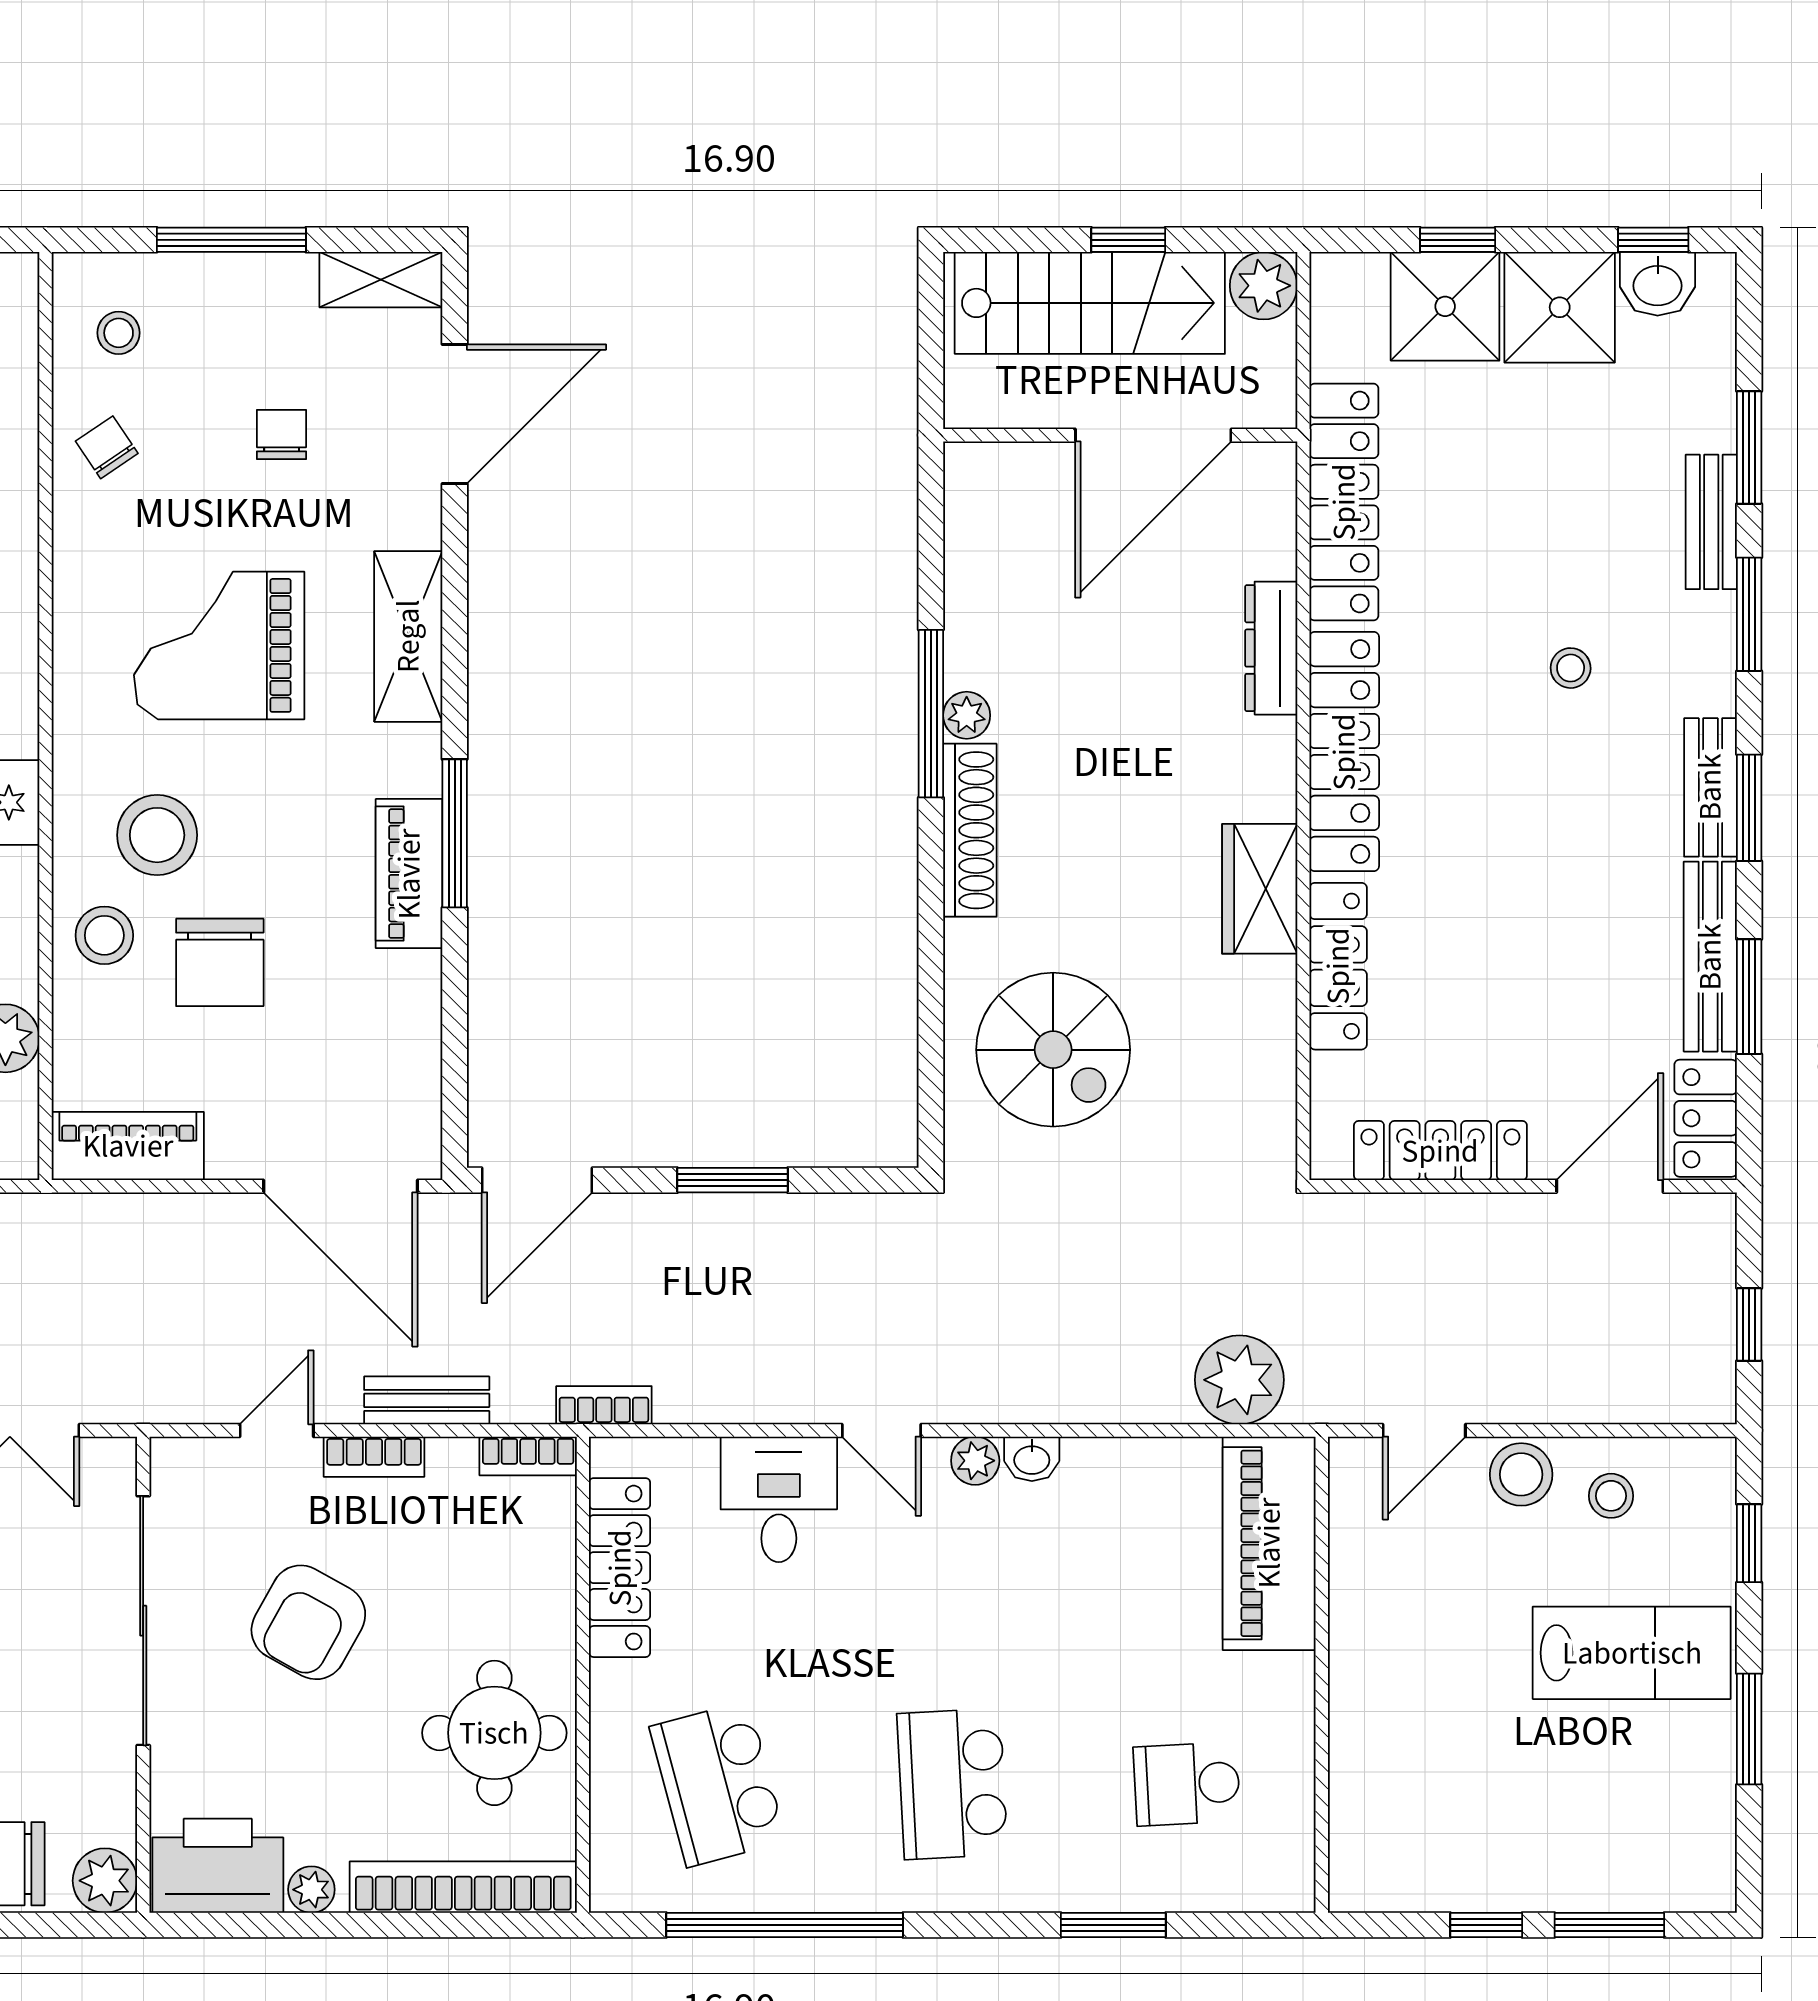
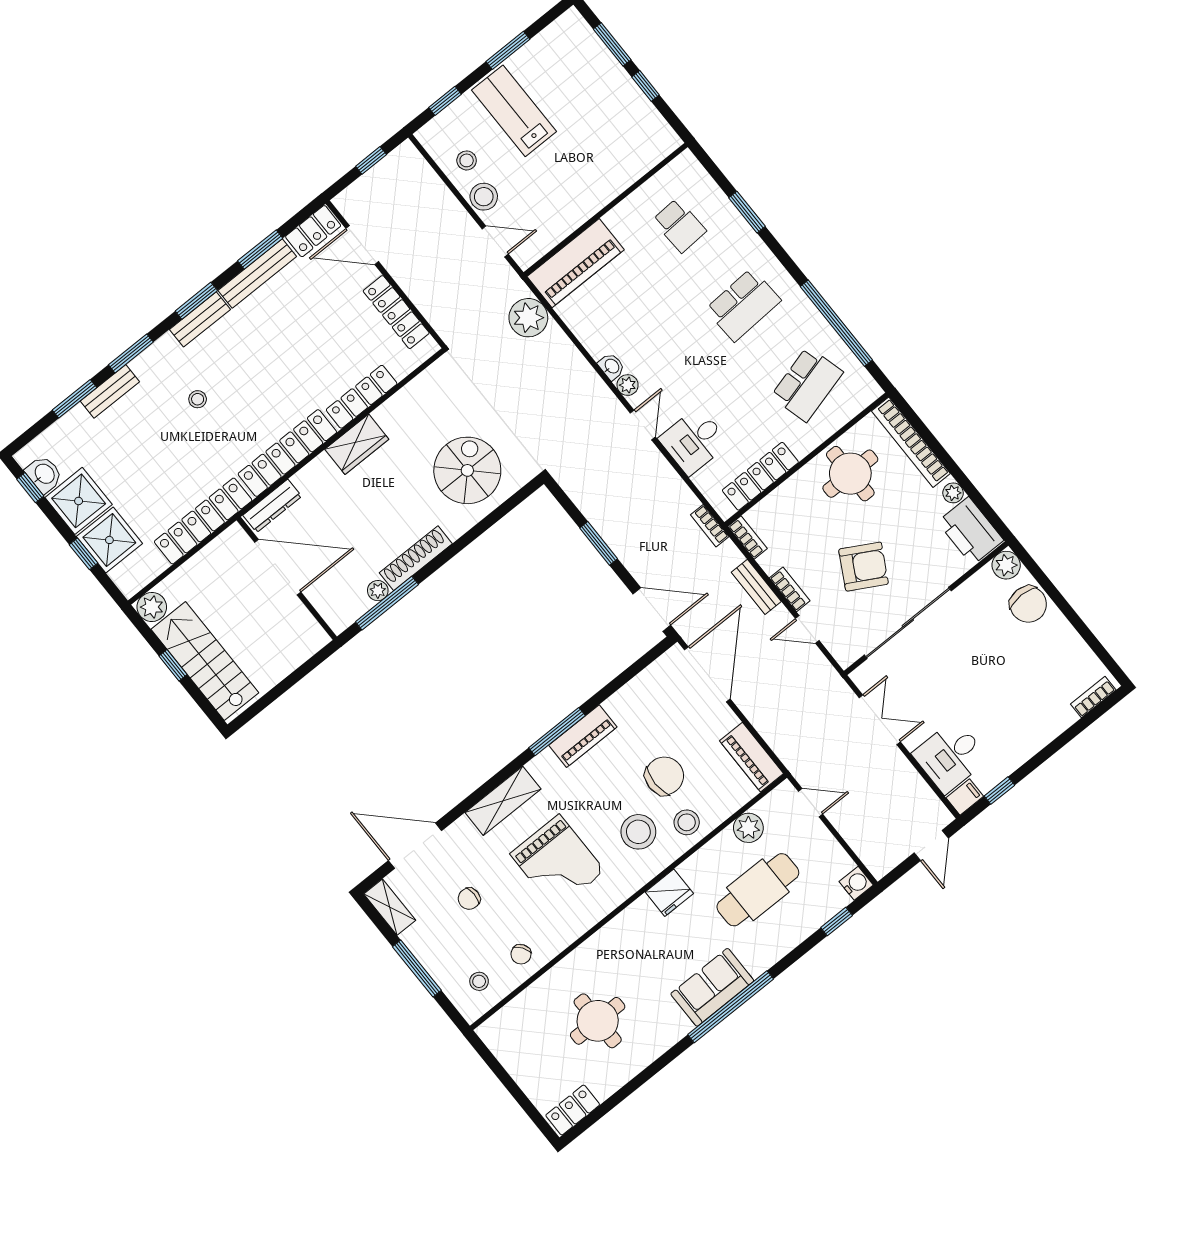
wall: (1120, 435) -> (287, 578), moved
door: (1153, 435) -> (278, 567), moved

